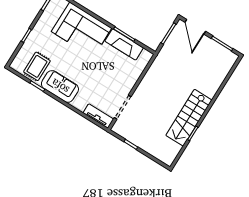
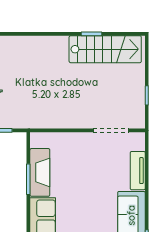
tv unit: (98, 116) -> (138, 171), moved
stairs: (189, 118) -> (105, 49), moved

